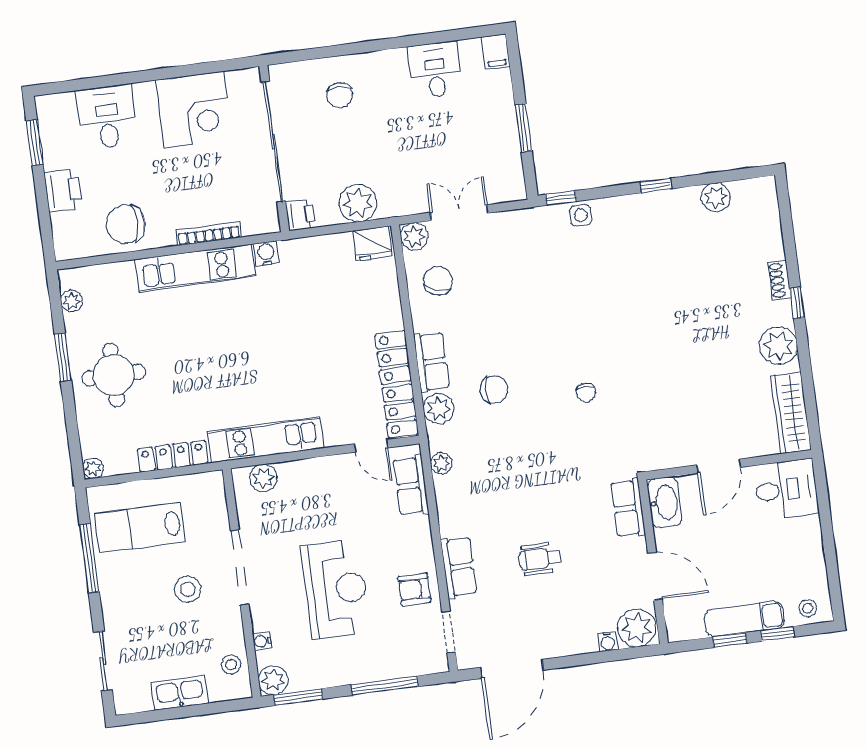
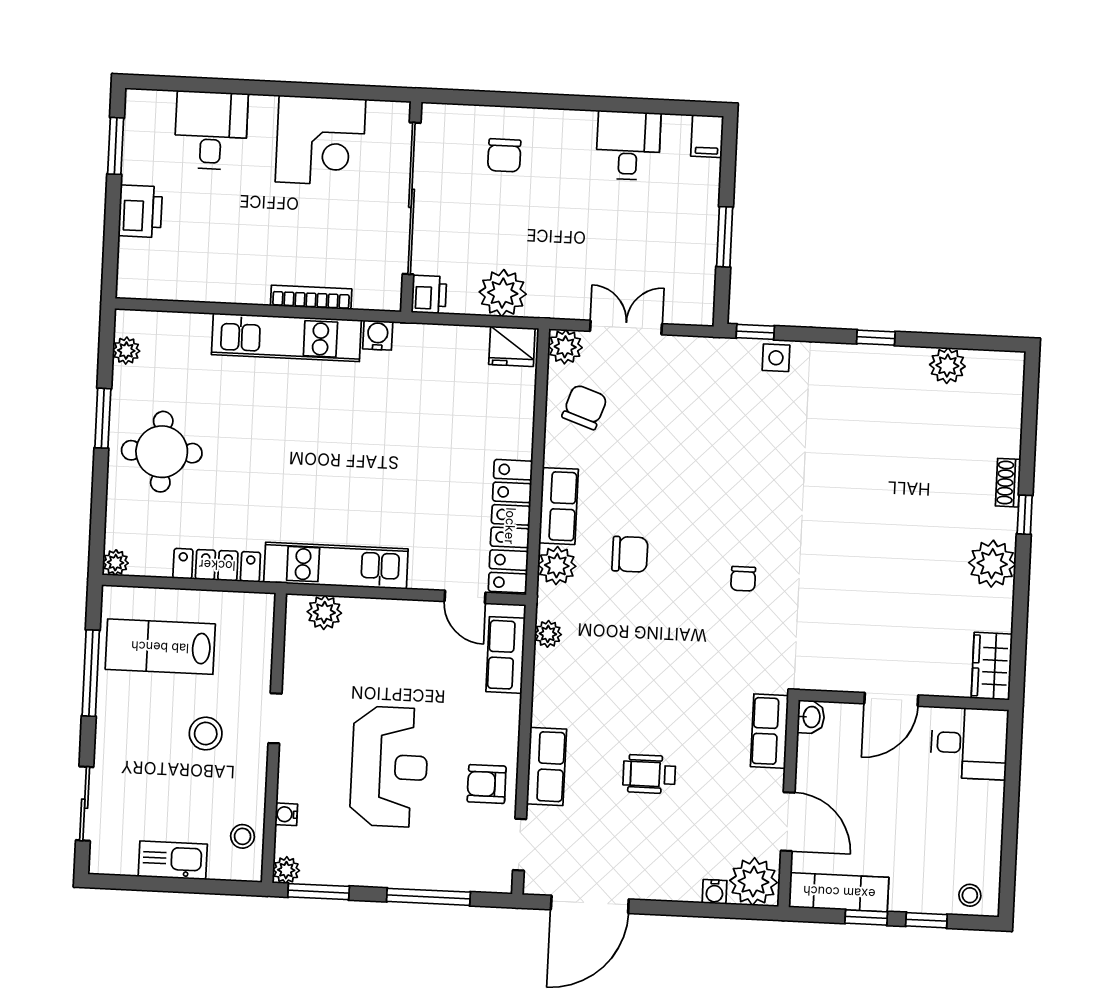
chair: (126, 224) -> (210, 267), removed
wardrobe: (791, 413) -> (992, 666), width x0.67
washbasin: (665, 502) -> (811, 717), width x0.52, depth x0.69
doorway: (240, 568) -> (275, 718), width x0.53
exam couch: (744, 619) -> (839, 892), moved
plant: (273, 680) -> (286, 870), width x0.73, depth x0.73

